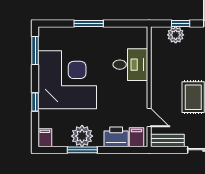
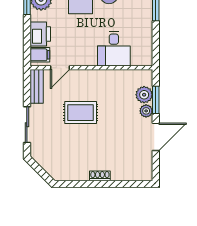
window: (181, 23) -> (156, 100), width x1.50
plant: (192, 33) -> (146, 111), added

